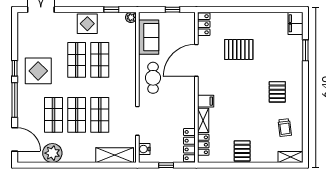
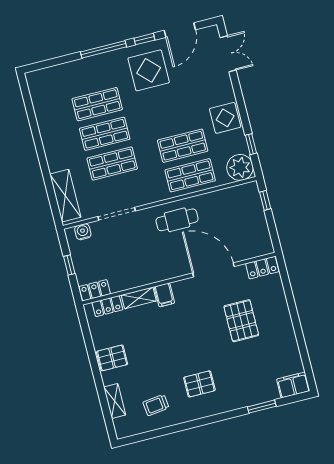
window: (173, 10) -> (265, 200), moved
plant: (131, 17) -> (240, 167), width x1.87, depth x1.87
sofa: (149, 37) -> (228, 201), removed
shop shelf: (77, 60) -> (190, 175), moved
door: (15, 139) -> (180, 30), moved
locker: (189, 145) -> (95, 290), width x0.66
plant: (52, 153) -> (48, 115), removed
shelving: (291, 157) -> (115, 401), moved

